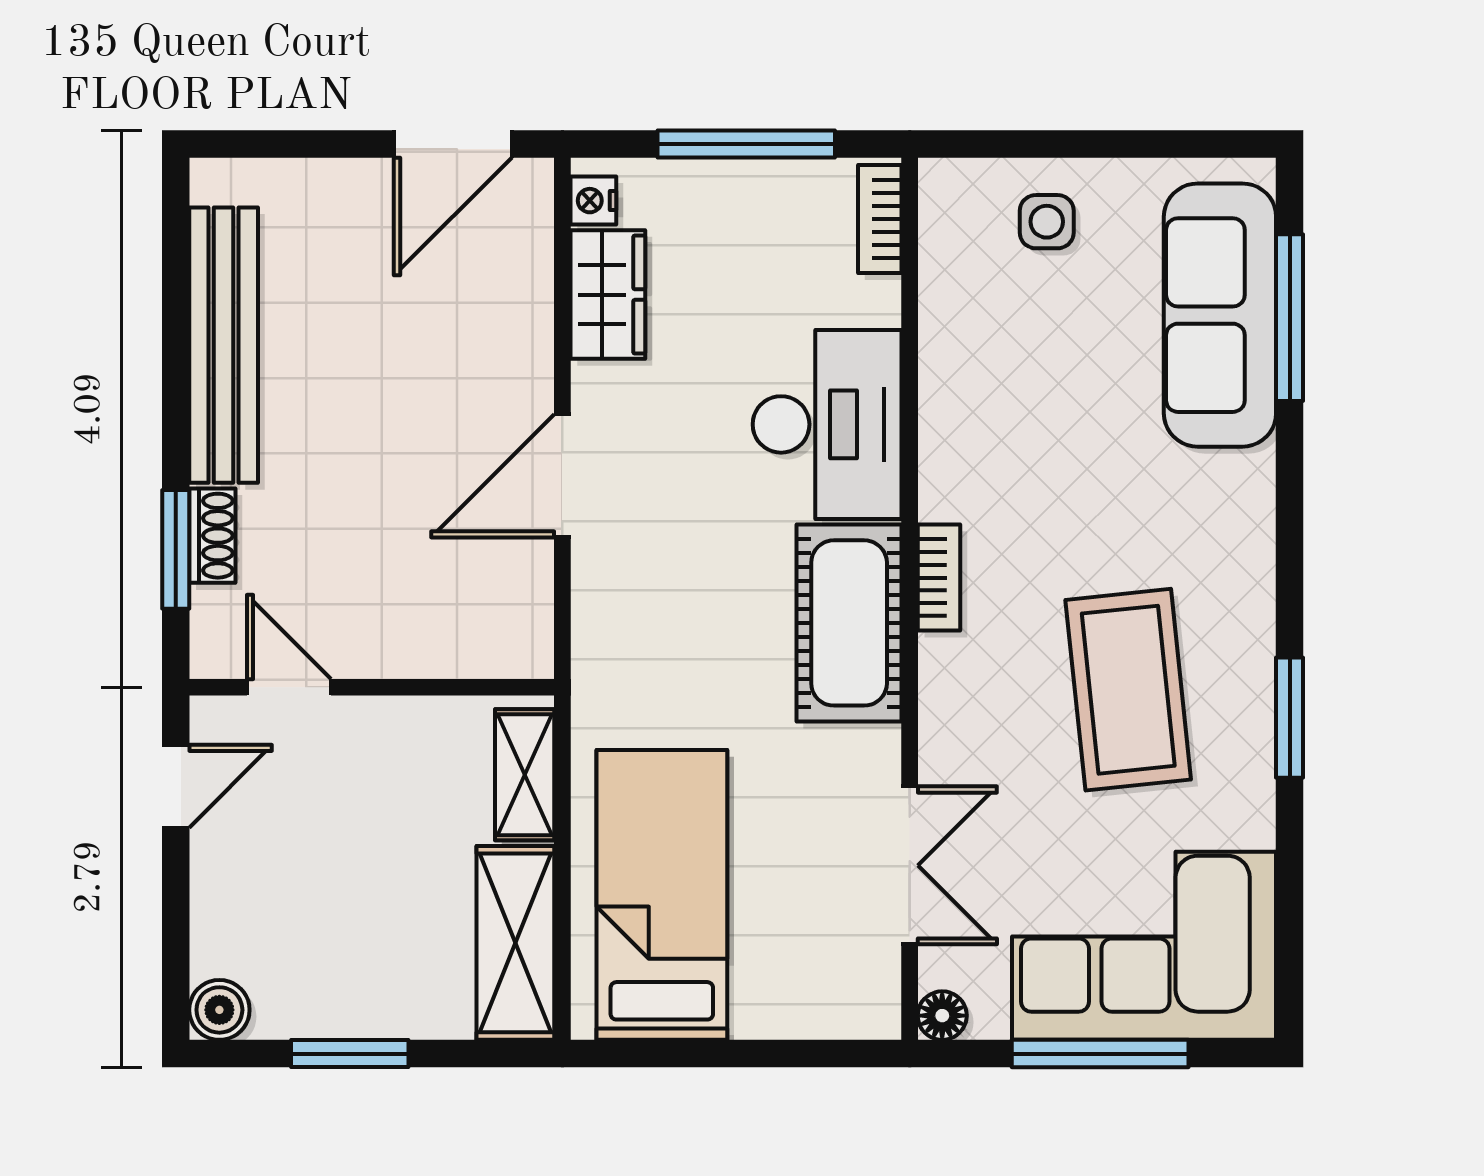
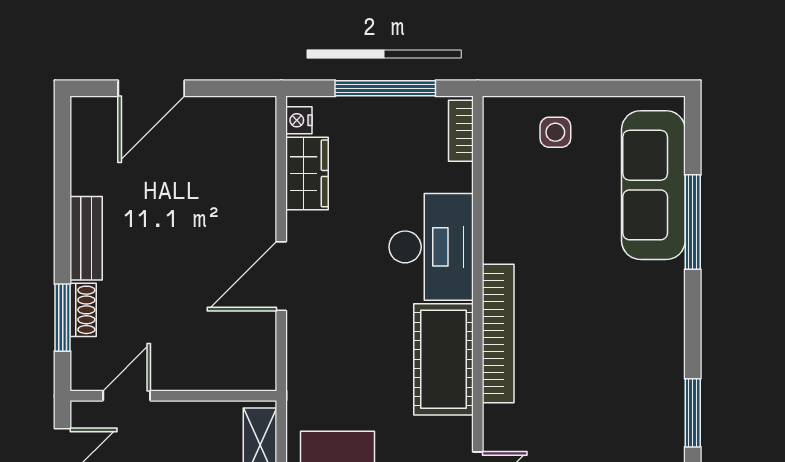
door: (453, 144) -> (151, 88), moved
window: (1290, 318) -> (693, 222), moved
bench: (224, 345) -> (86, 238), width x0.54, depth x0.82
bookcase: (939, 578) -> (498, 334), width x2.31, depth x1.31
door: (289, 687) -> (127, 396), hinge flipped
coffee table: (1128, 690) -> (601, 397), removed

